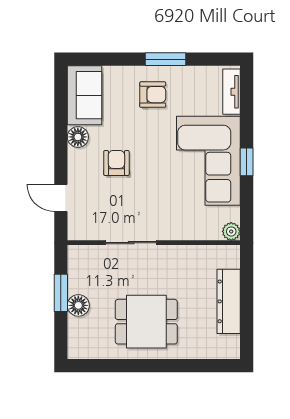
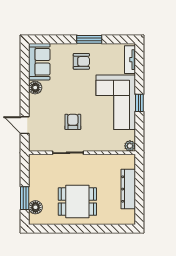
armchair: (116, 163) -> (73, 122), moved
window: (61, 293) -> (25, 198), moved
floor lamp: (78, 305) -> (35, 207), moved

